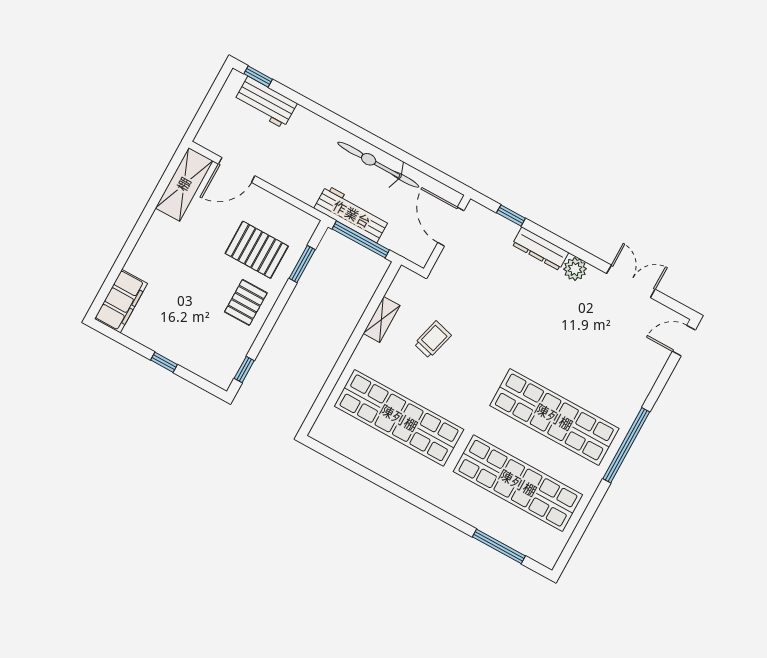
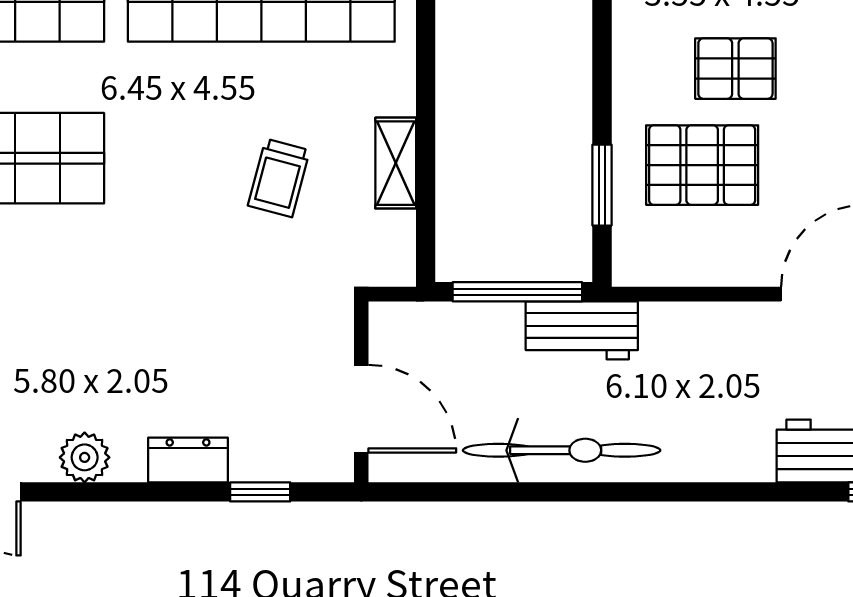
workbench: (352, 214) -> (582, 330), width x0.73
dresser: (540, 249) -> (188, 460), width x0.70
pallet: (246, 302) -> (735, 69), moved, turned 90

